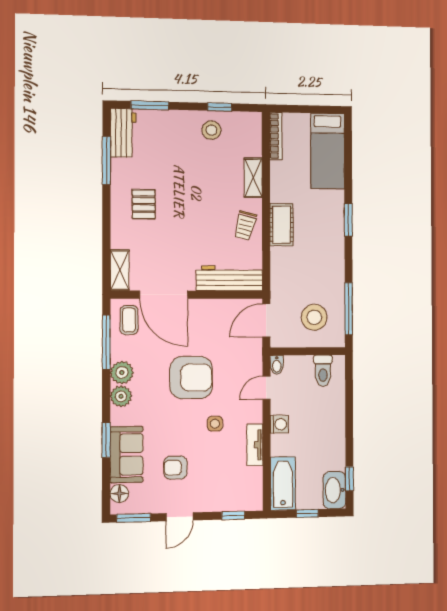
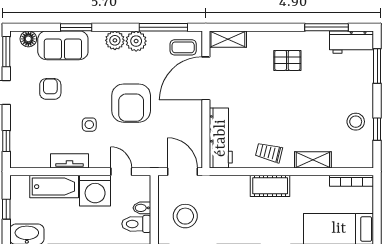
bidet: (277, 365) -> (142, 208), moved
washing machine: (279, 424) -> (95, 191), width x1.89, depth x1.89
bathtub: (283, 483) -> (54, 187), moved

